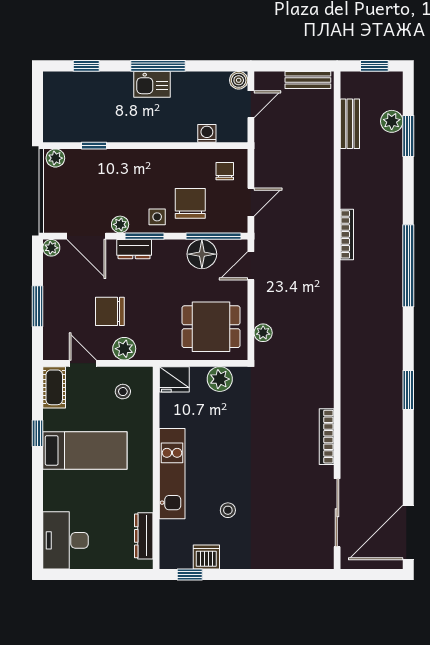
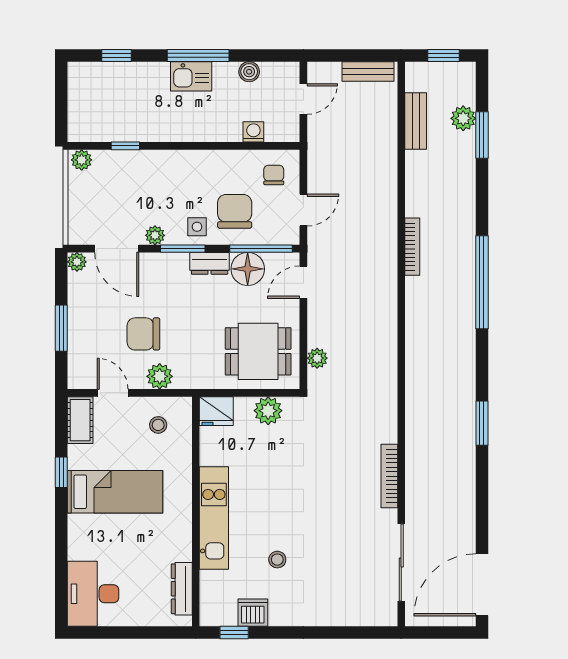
boiler: (239, 80) -> (249, 72), moved
dresser: (134, 249) -> (210, 263), moved

